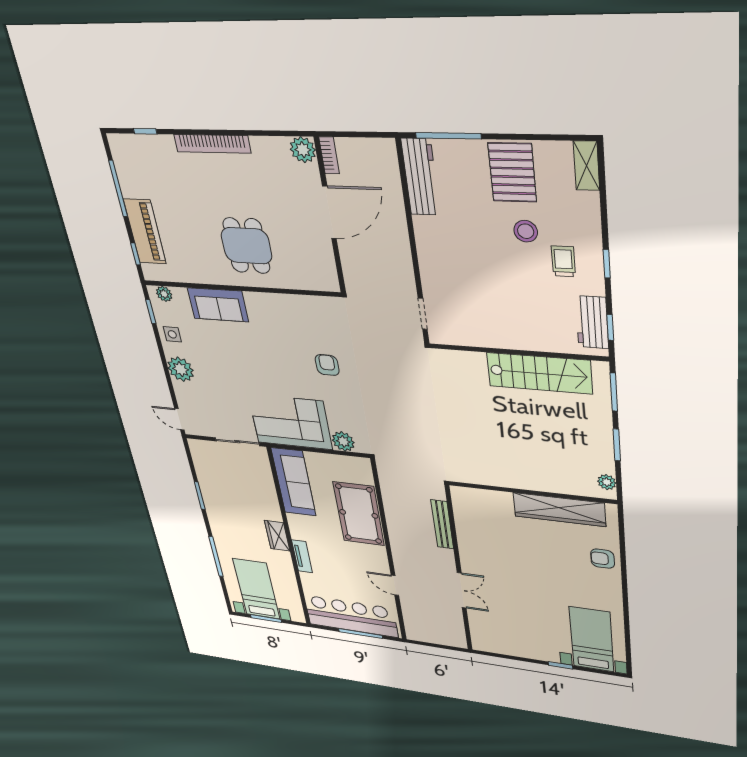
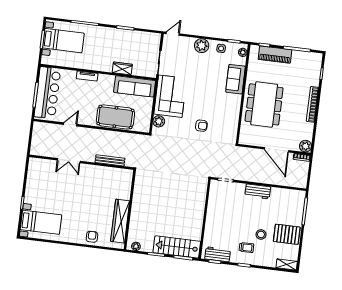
workbench: (421, 177) -> (258, 191), moved, width x0.73
dining table: (246, 246) -> (264, 104), width x1.88, depth x1.24
stairs: (539, 373) -> (177, 247), moved, turned 90
wardrobe: (277, 536) -> (122, 68), moved

